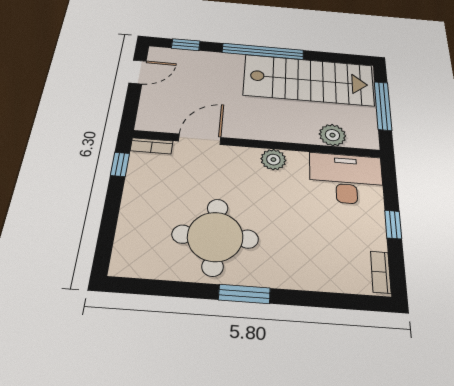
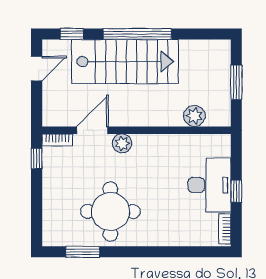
stairs: (309, 80) -> (125, 62), moved
window: (383, 106) -> (236, 82), width x0.69
plant: (273, 160) -> (122, 143), moved
desk: (346, 179) -> (209, 185), moved, turned 90
window: (244, 294) -> (83, 252), moved

